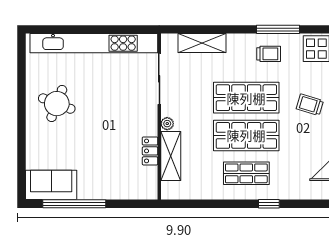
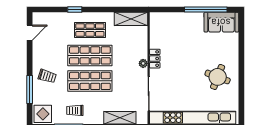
locker: (150, 151) -> (155, 59), moved
shelving: (171, 156) -> (131, 19), moved, turned 90

